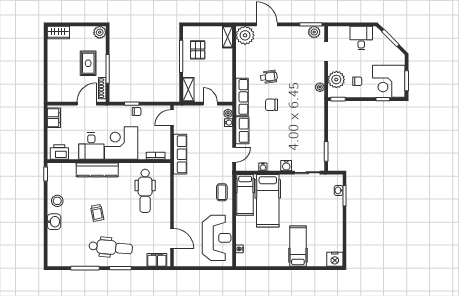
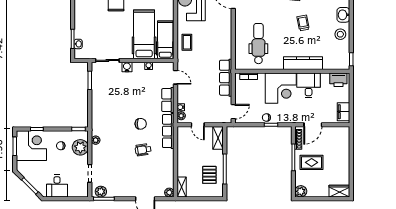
plant: (245, 35) -> (169, 193), width x0.53, depth x0.53
rug: (88, 63) -> (312, 162), turned 90
door: (234, 155) -> (175, 77), swing flipped

